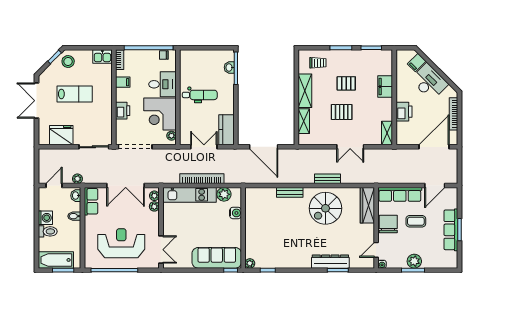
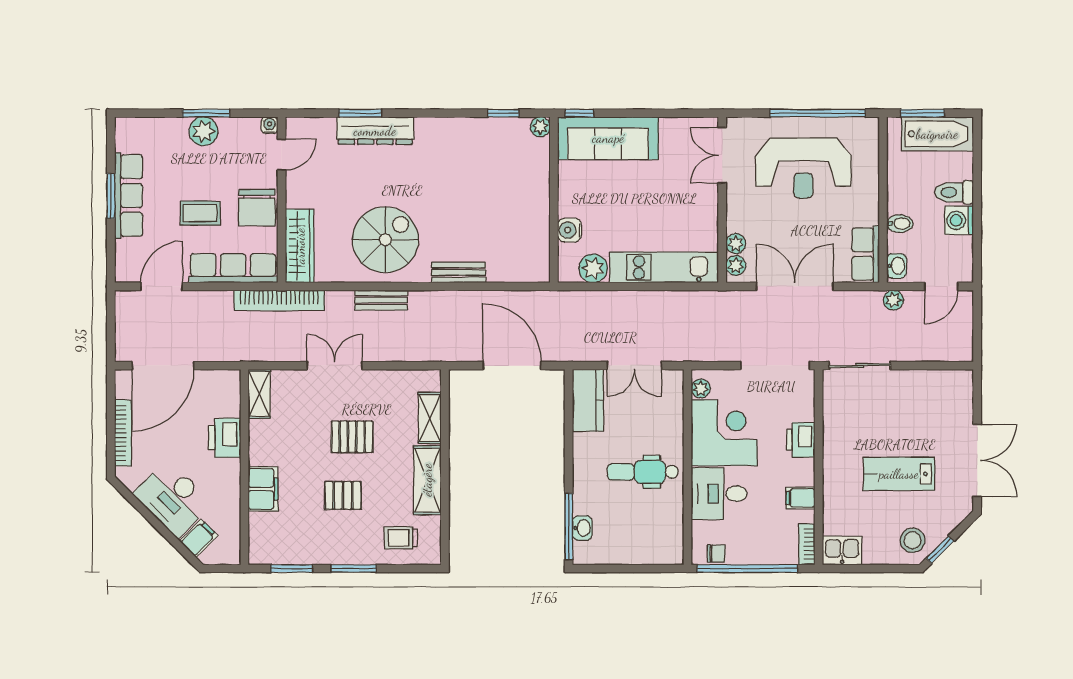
fridge: (61, 135) -> (927, 389), removed
bookcase: (202, 179) -> (279, 300), moved

